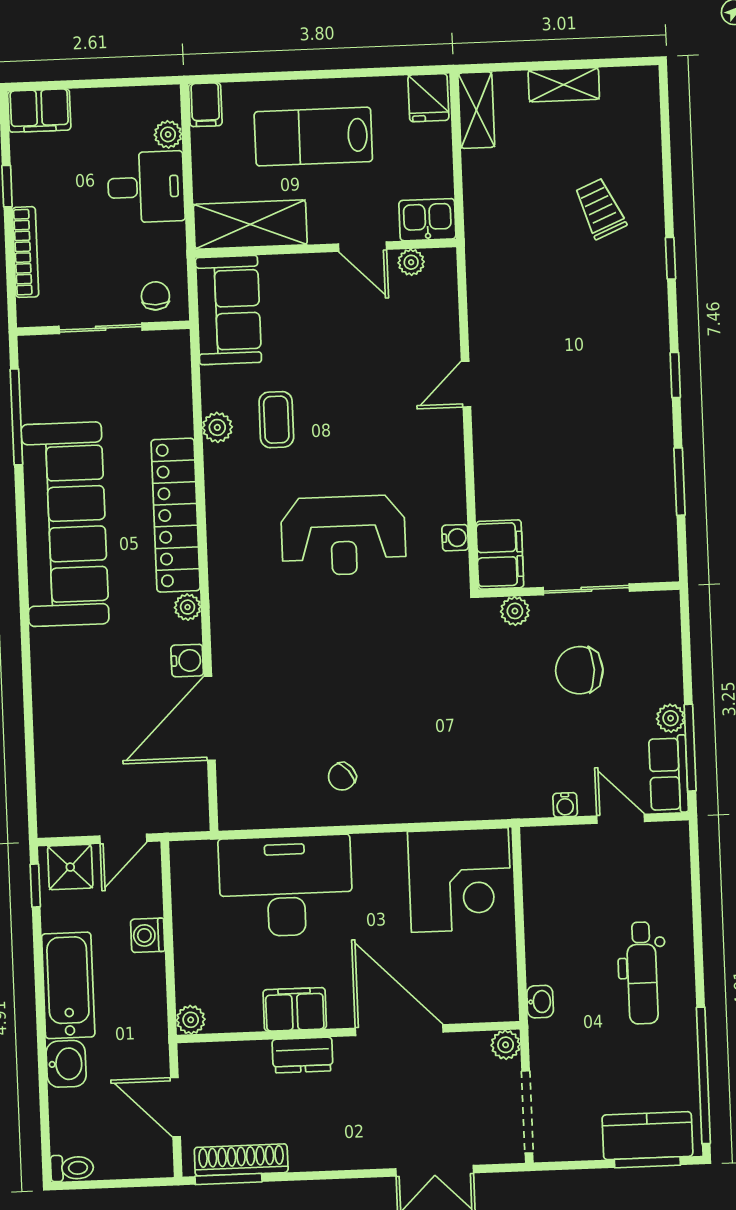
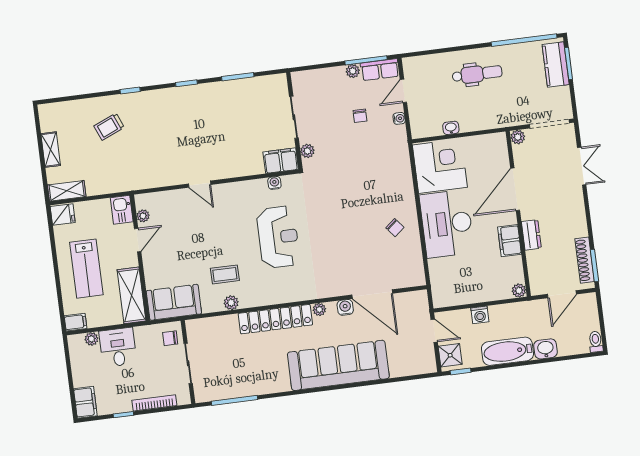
sofa: (65, 524) -> (338, 365), moved
chair: (579, 670) -> (360, 116), moved, width x0.54, depth x0.54
desk: (286, 886) -> (447, 224), moved
washbasin: (540, 1002) -> (451, 128), moved

